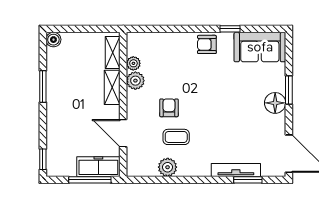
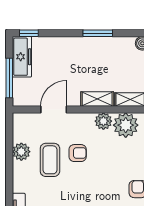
plant: (133, 63) -> (126, 125), width x1.88, depth x1.88
coffee table: (176, 137) -> (50, 160), width x1.36, depth x1.30
freezer: (98, 167) -> (22, 57), moved

